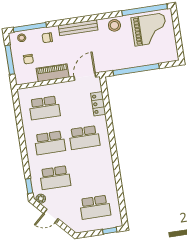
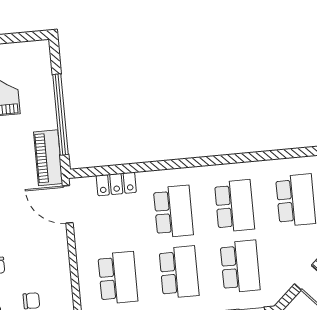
piano: (53, 73) -> (48, 158), moved
school desk: (90, 172) -> (234, 206), added
plant: (41, 199) -> (275, 294), removed

